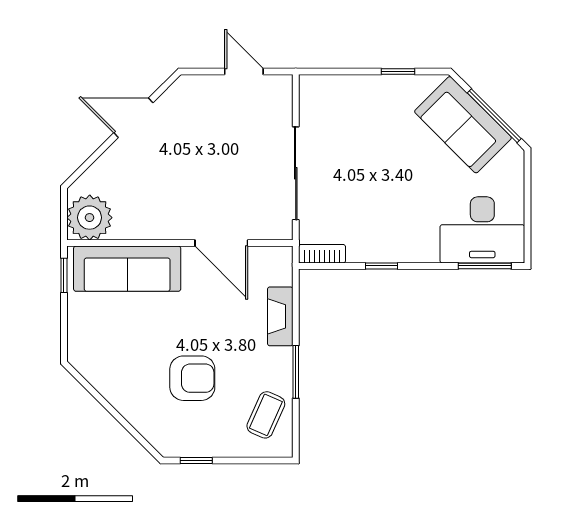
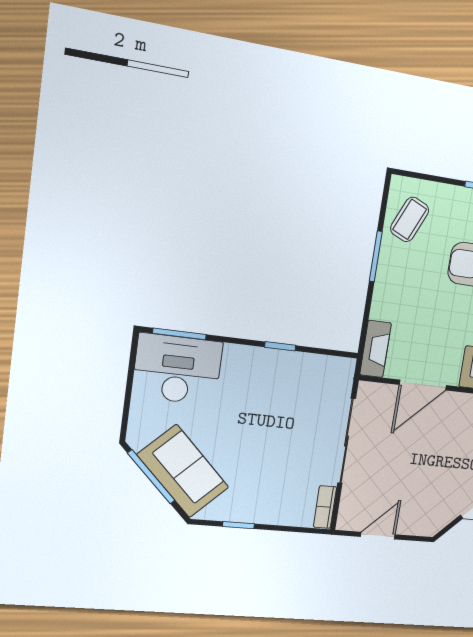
door: (244, 71) -> (378, 536), swing flipped
door: (221, 243) -> (423, 385), swing flipped
bookcase: (322, 254) -> (325, 507), moved, turned 90
fireplace: (280, 316) -> (375, 349), moved

